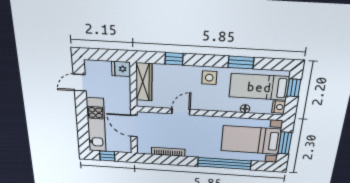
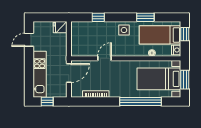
wardrobe: (144, 82) -> (77, 36), removed
door: (134, 126) -> (69, 73), swing flipped

